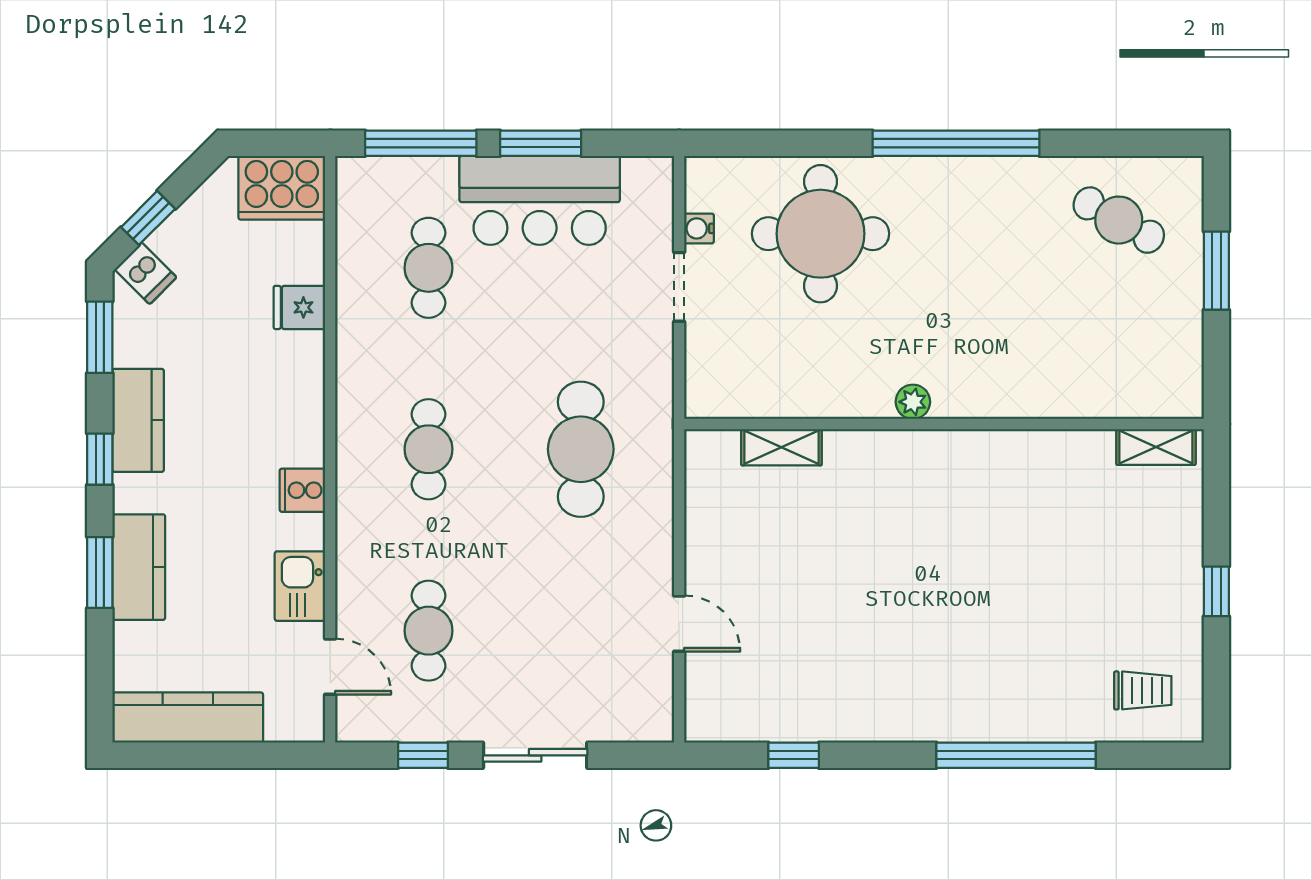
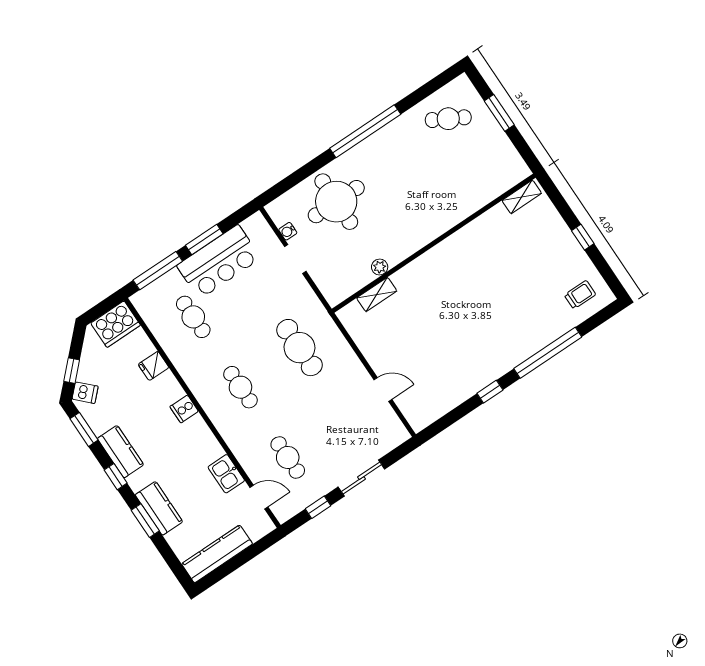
plant: (913, 402) -> (380, 267), moved
cooker: (302, 490) -> (184, 409), moved
window: (794, 755) -> (490, 392), moved

